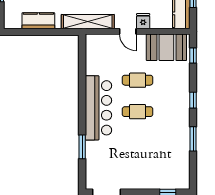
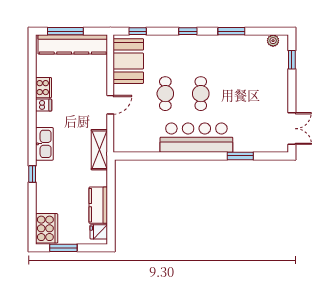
fridge: (143, 21) -> (99, 232), moved
shelving: (88, 22) -> (99, 150), width x0.68
plant: (185, 176) -> (273, 41), added

